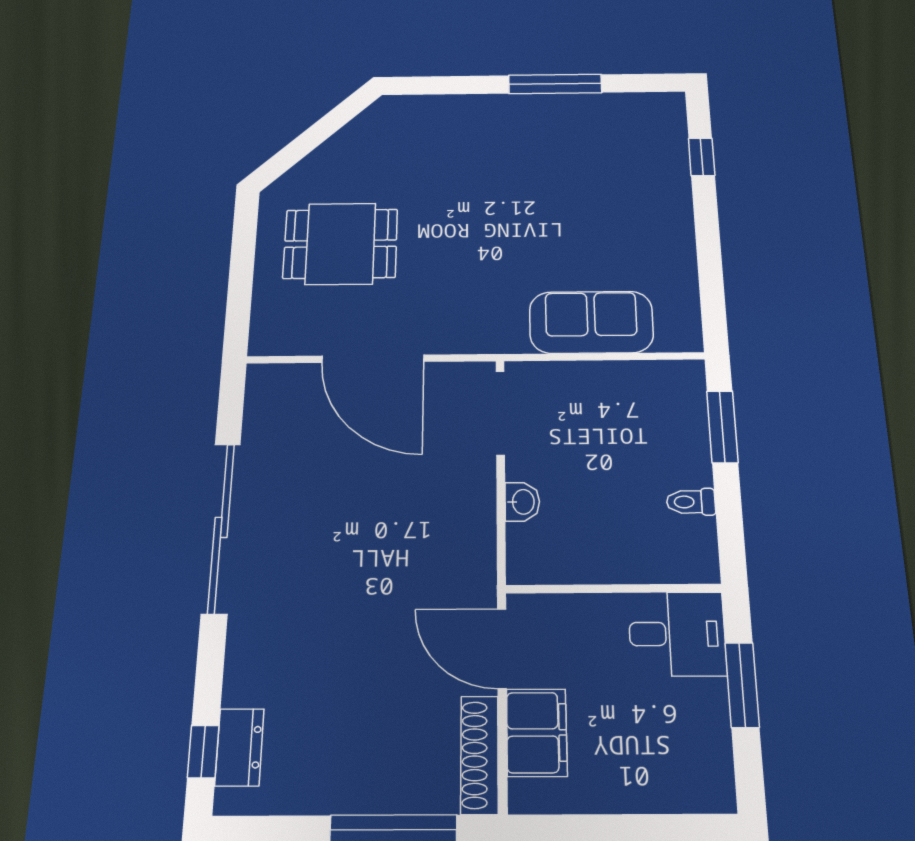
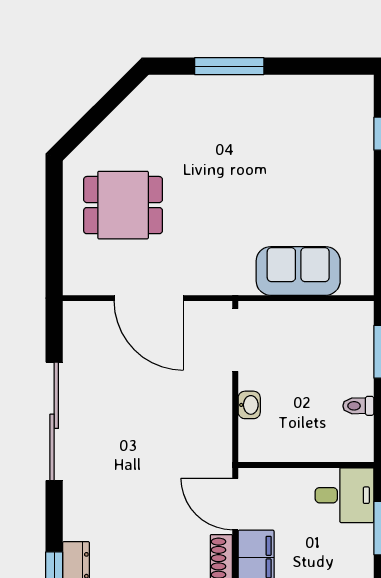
window: (555, 84) -> (229, 66), moved

